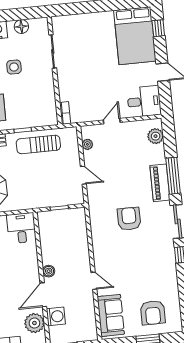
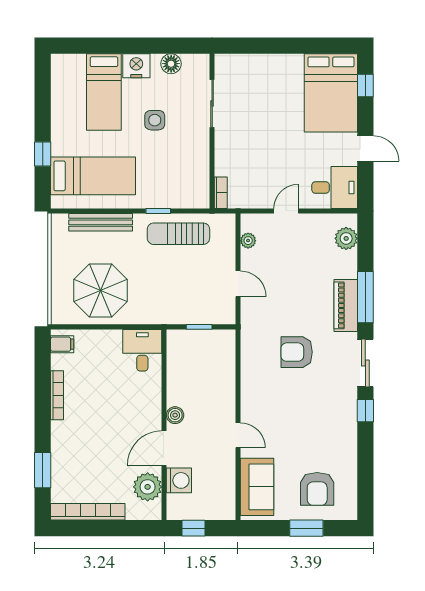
armchair: (129, 219) -> (297, 352), turned -90

